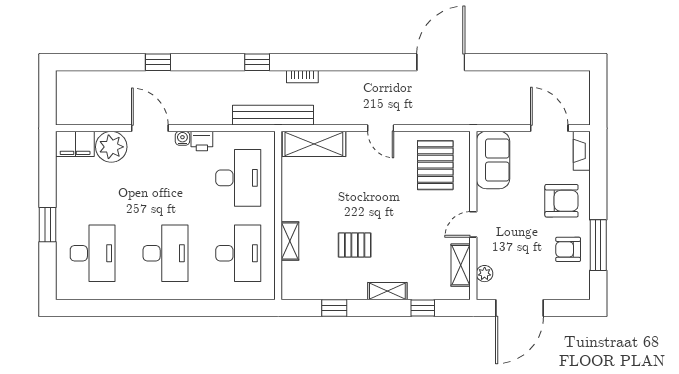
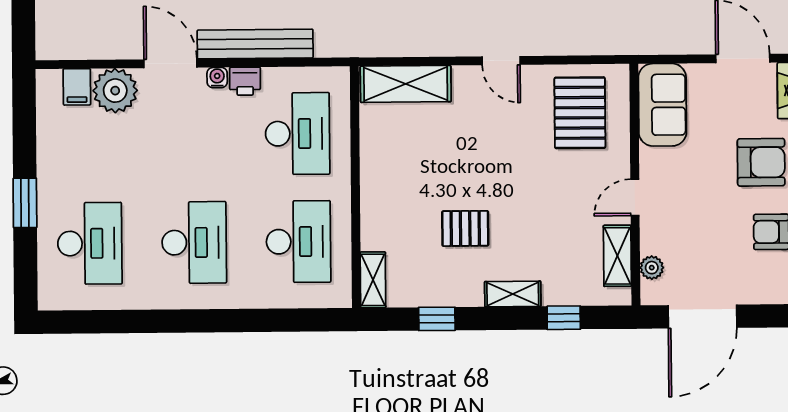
bench: (273, 115) -> (255, 44), moved
filing cabinet: (75, 144) -> (77, 87), width x0.50
shelving: (290, 241) -> (373, 280), moved

